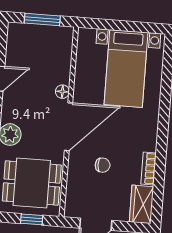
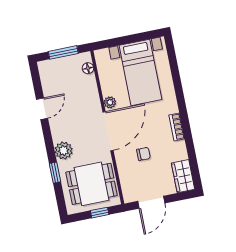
floor lamp: (62, 92) -> (88, 68), moved
plant: (80, 94) -> (110, 102), added
bookcase: (149, 168) -> (177, 127), moved

